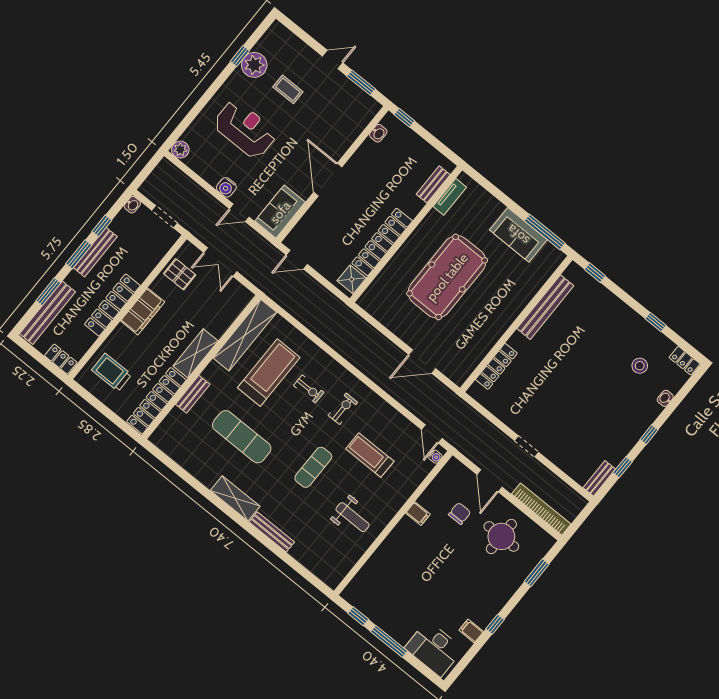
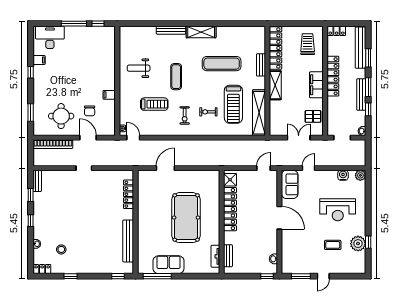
water cooler: (226, 187) -> (343, 175), moved
trolley: (112, 372) -> (308, 44), turned -90

